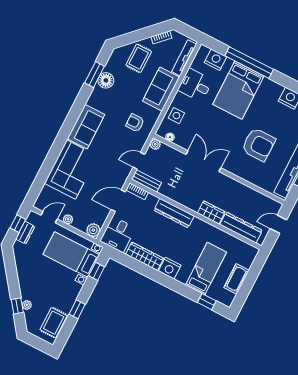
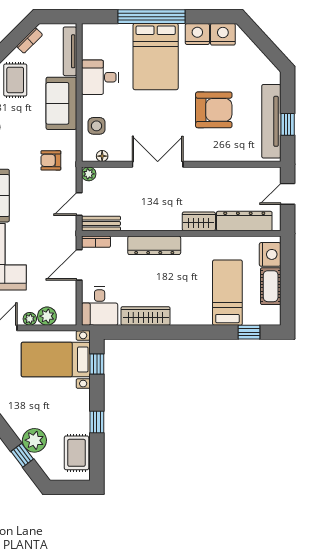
nightstand: (216, 60) -> (197, 34), moved
plant: (93, 230) -> (47, 316), moved
nightstand: (170, 268) -> (270, 254), moved, turned -90
plant: (27, 305) -> (34, 440), width x1.88, depth x1.88

